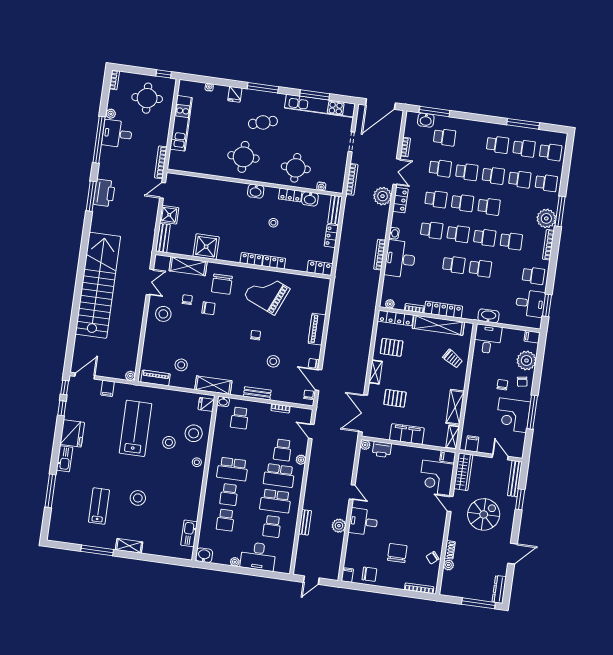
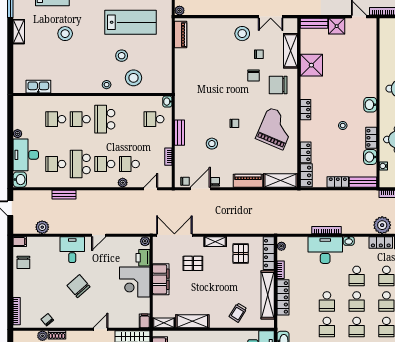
locker: (274, 262) -> (306, 152), moved
stool: (181, 365) -> (196, 57), removed
shelving: (213, 385) -> (281, 180), moved, turned 90
pallet: (395, 398) -> (193, 263), turned 90
fridge: (206, 404) -> (162, 86), removed
school desk: (279, 475) -> (105, 164), width x0.54
corner desk: (436, 478) -> (135, 282), moved, turned -90
plant: (339, 526) -> (42, 227), moved
chair: (397, 553) -> (79, 286), moved, turned -131
washbasin: (204, 555) -> (20, 180), moved

